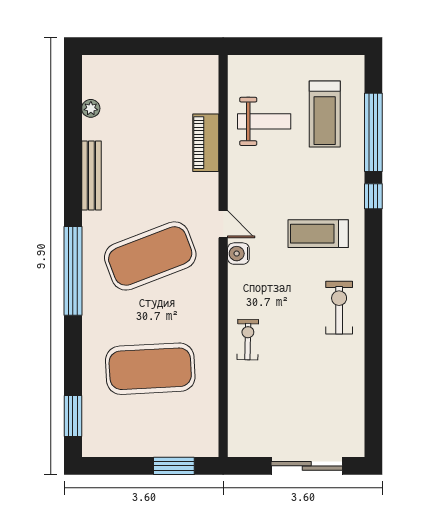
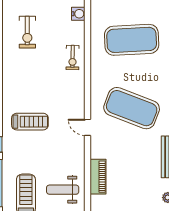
water cooler: (238, 254) -> (78, 14), moved
exercise mat: (150, 256) -> (132, 108), turned 42
exercise bike: (339, 308) -> (27, 32), moved

